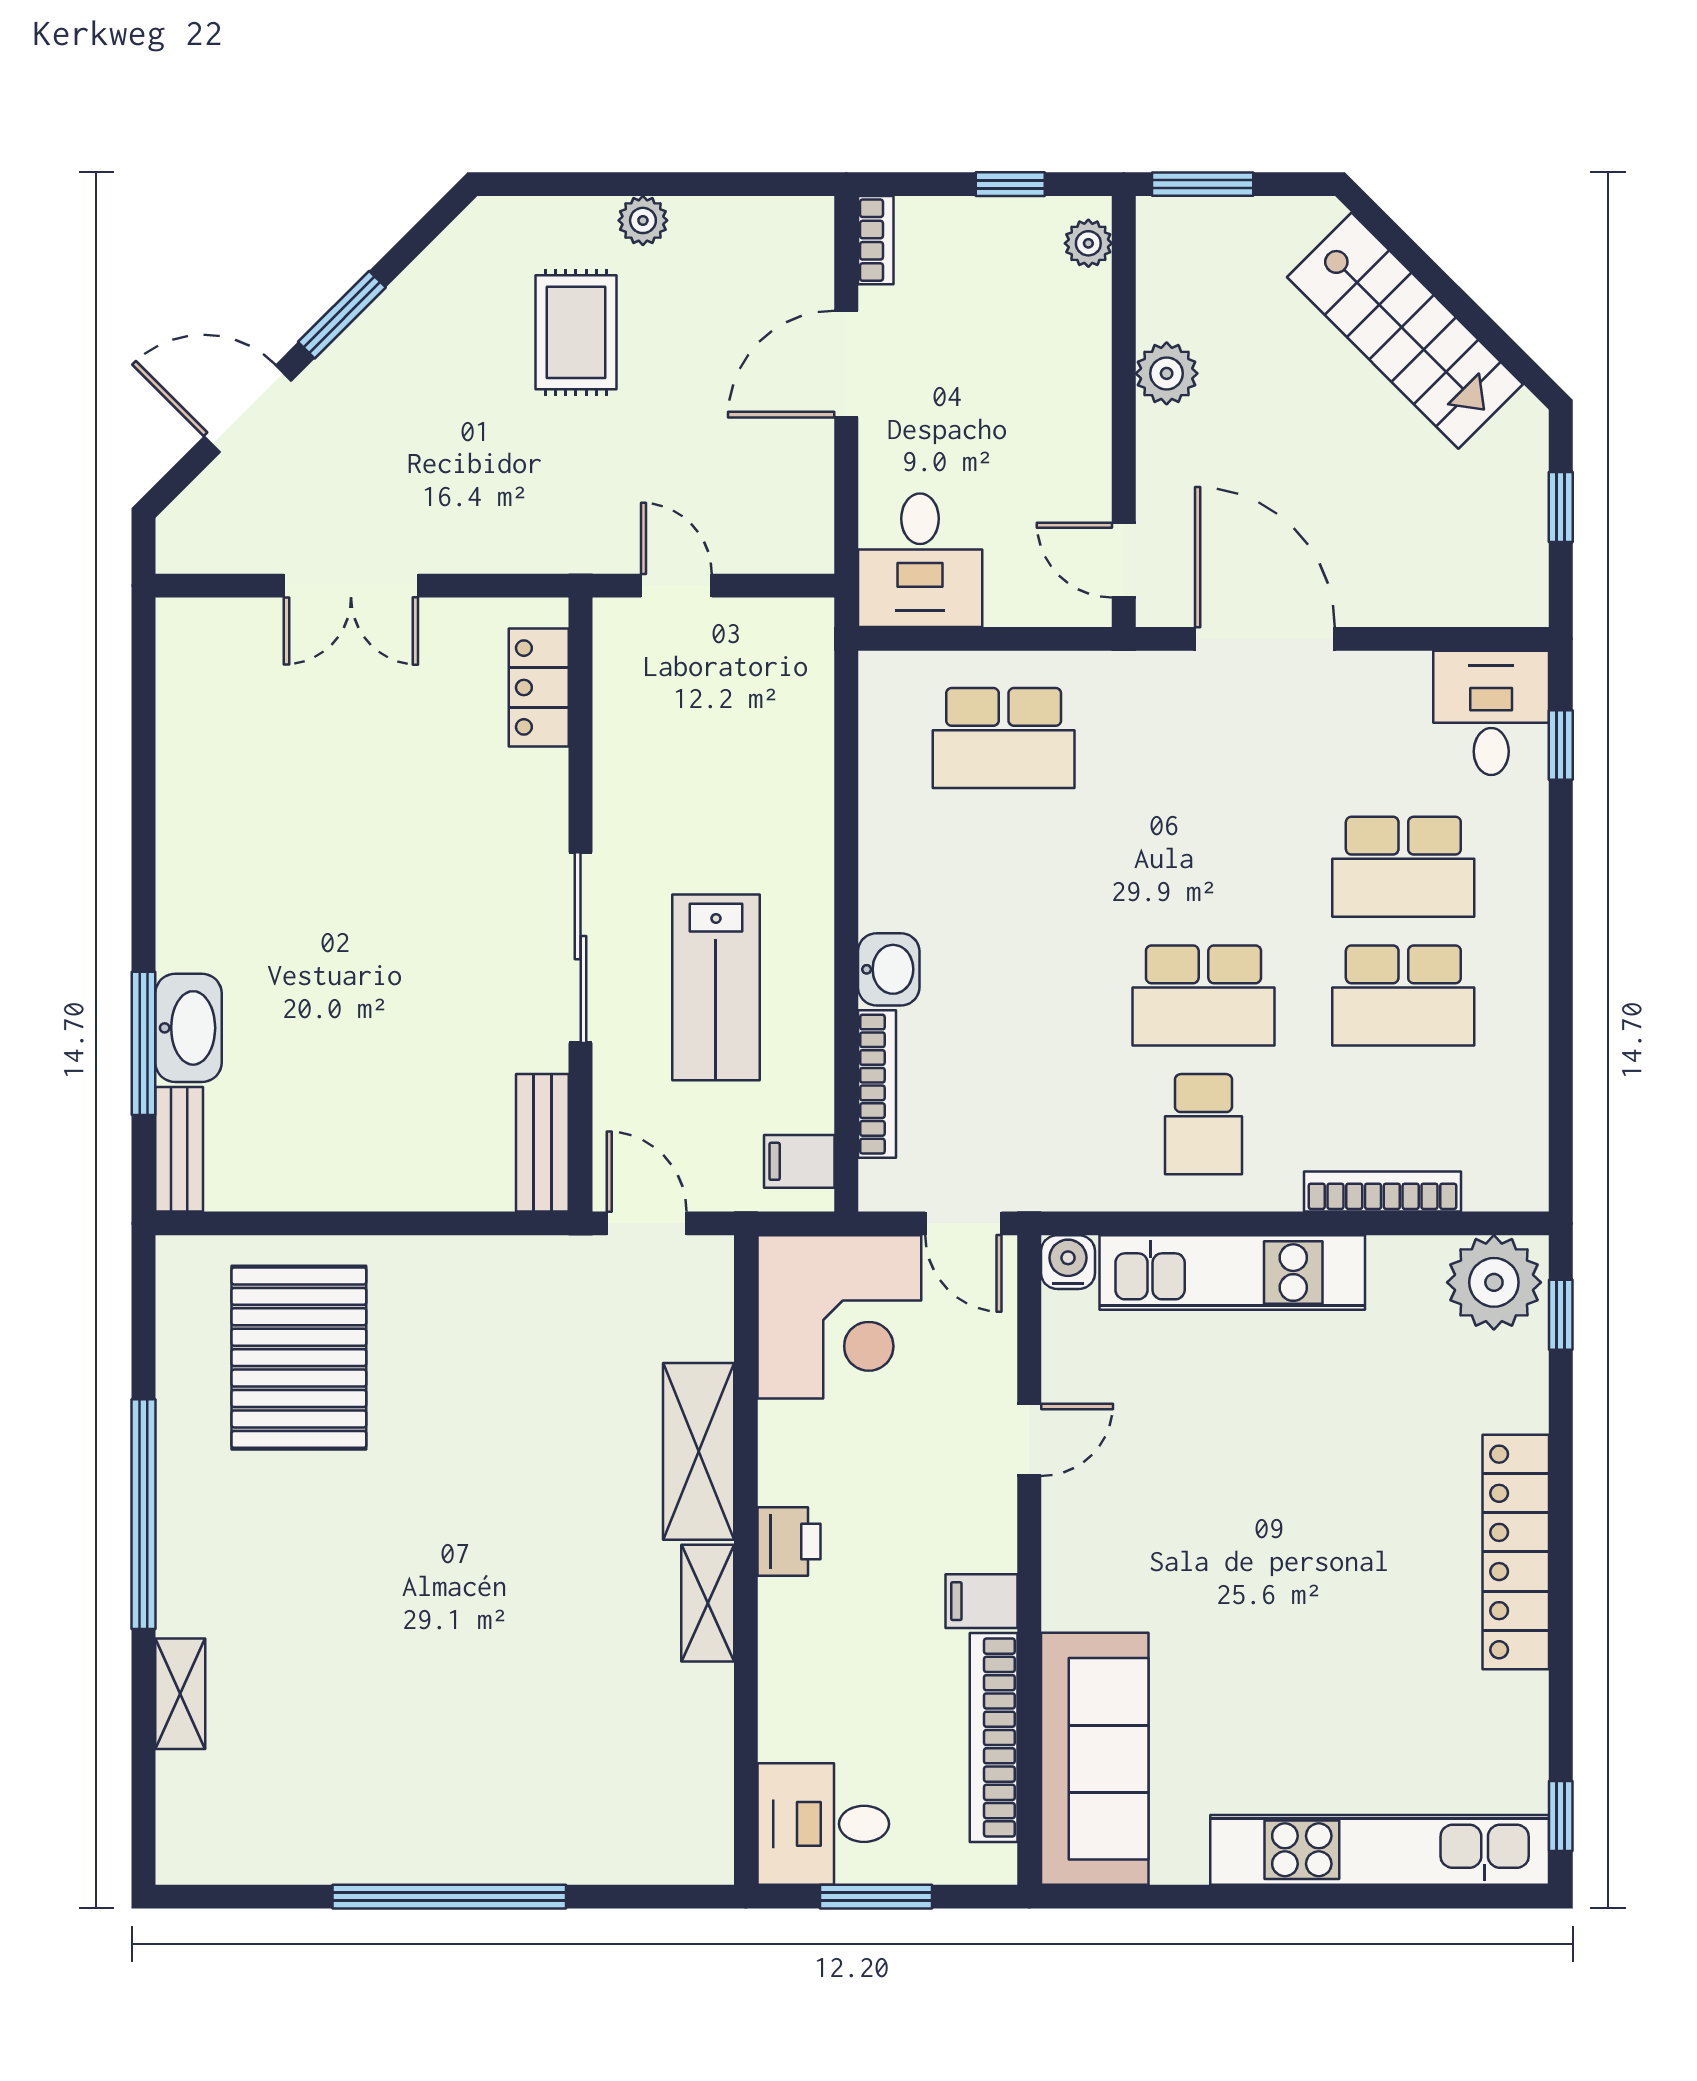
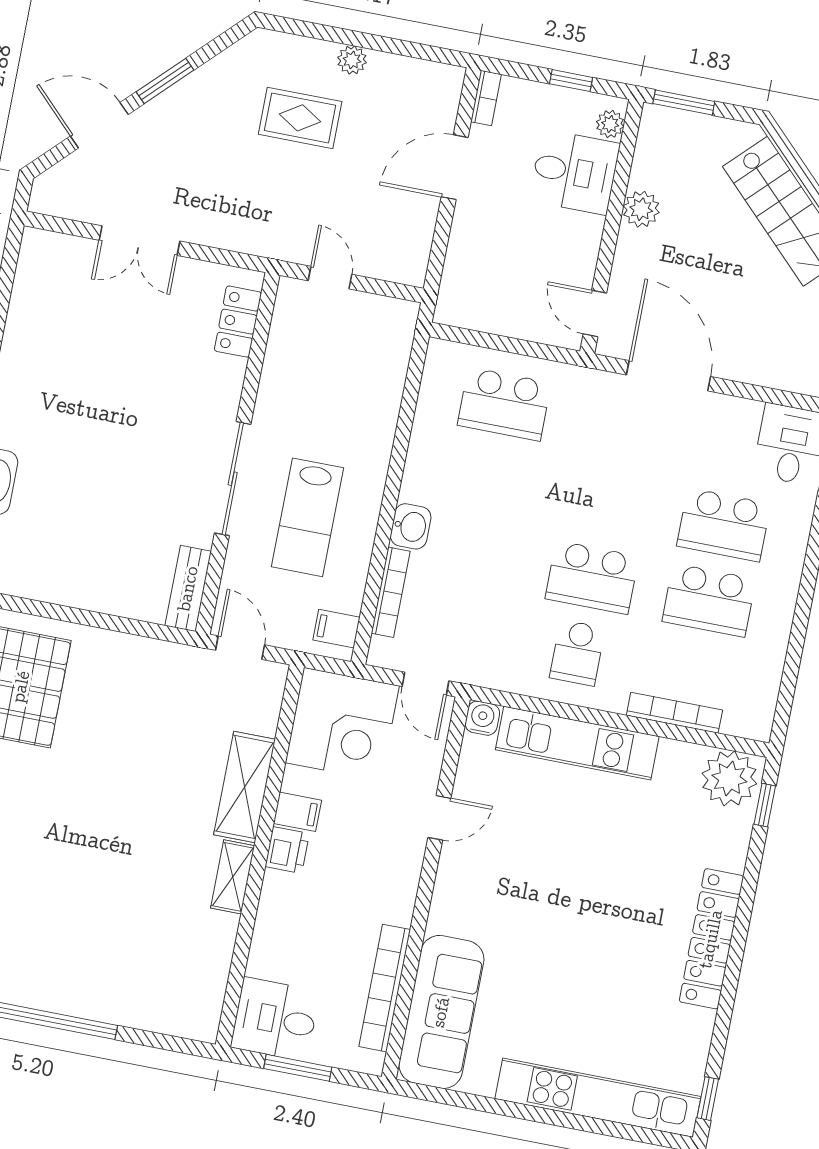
rug: (576, 332) -> (300, 118), turned 90
desk: (920, 560) -> (575, 172), moved, turned -90
filing cabinet: (982, 1601) -> (297, 812), moved, turned 180

